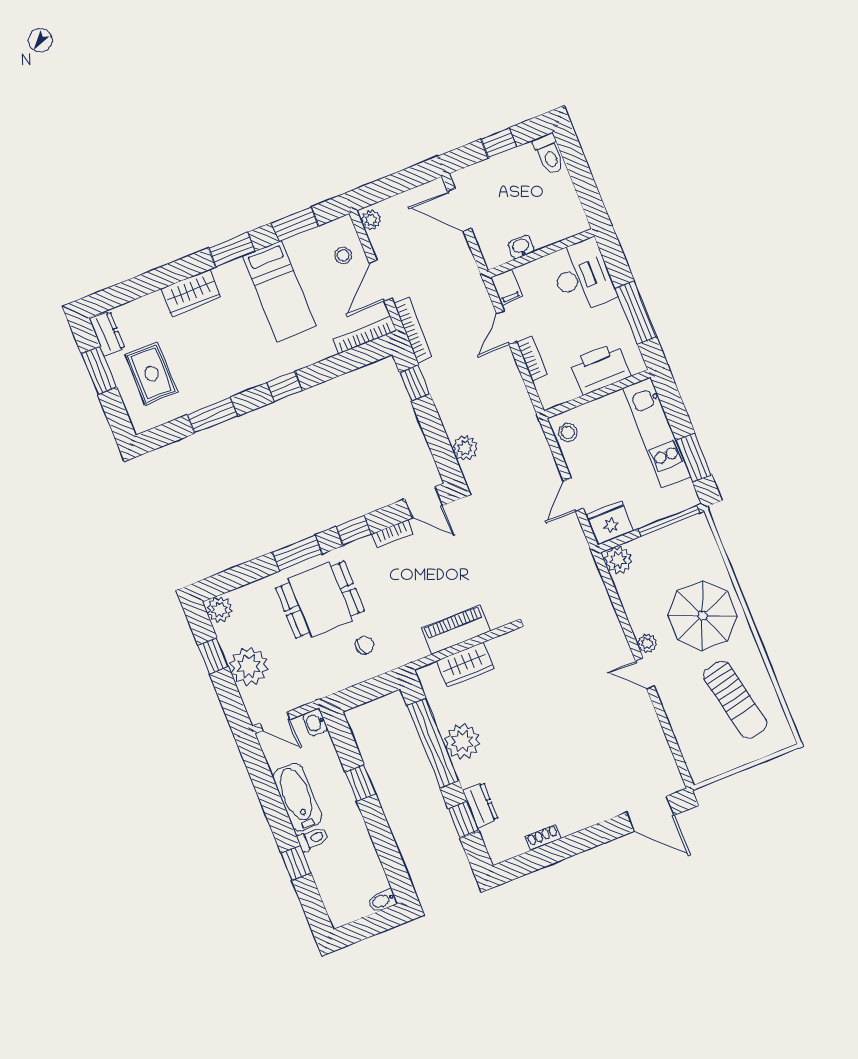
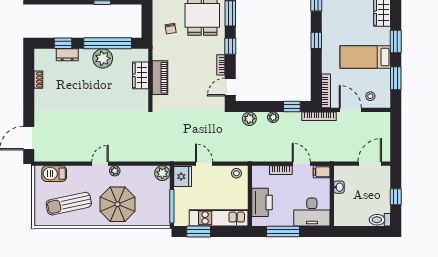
plant: (371, 220) -> (273, 117), moved
barbecue: (694, 745) -> (54, 174), added

